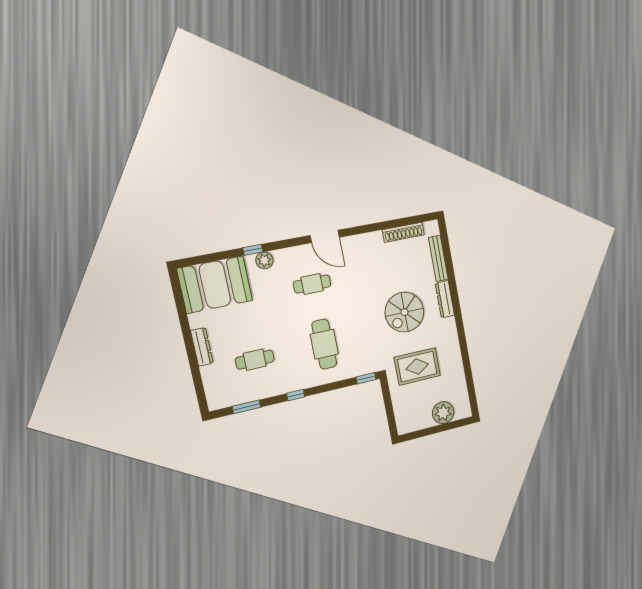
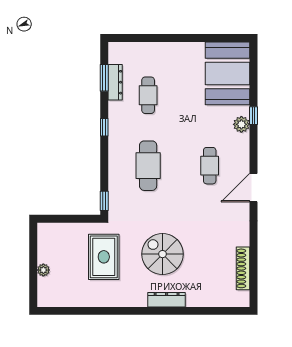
bench: (438, 258) -> (210, 300), removed
cafe table: (324, 344) -> (148, 166), turned 90
dresser: (202, 347) -> (115, 82), moved, turned -90
plant: (443, 413) -> (43, 270), width x0.53, depth x0.53

